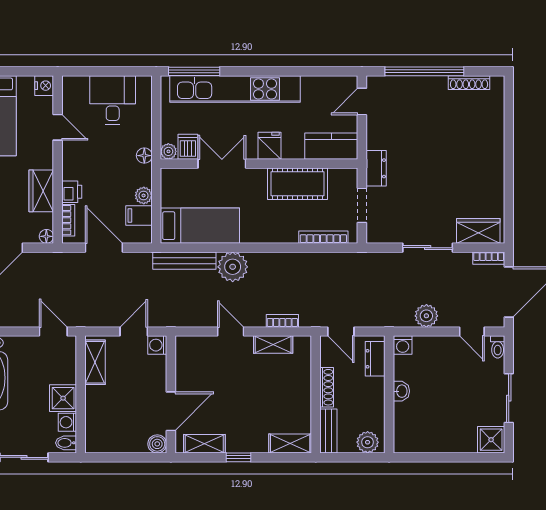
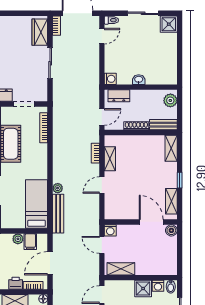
plant: (233, 267) -> (58, 188), width x0.53, depth x0.53
plant: (426, 316) -> (92, 64), removed

